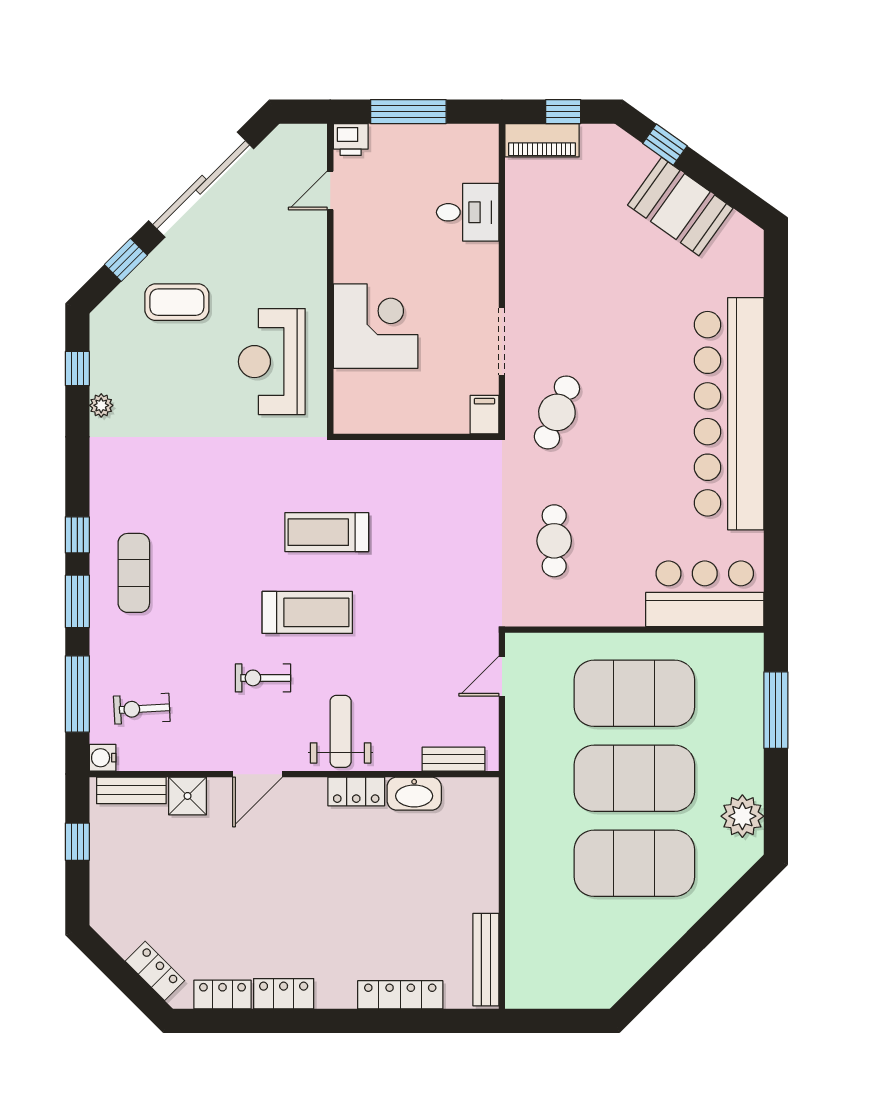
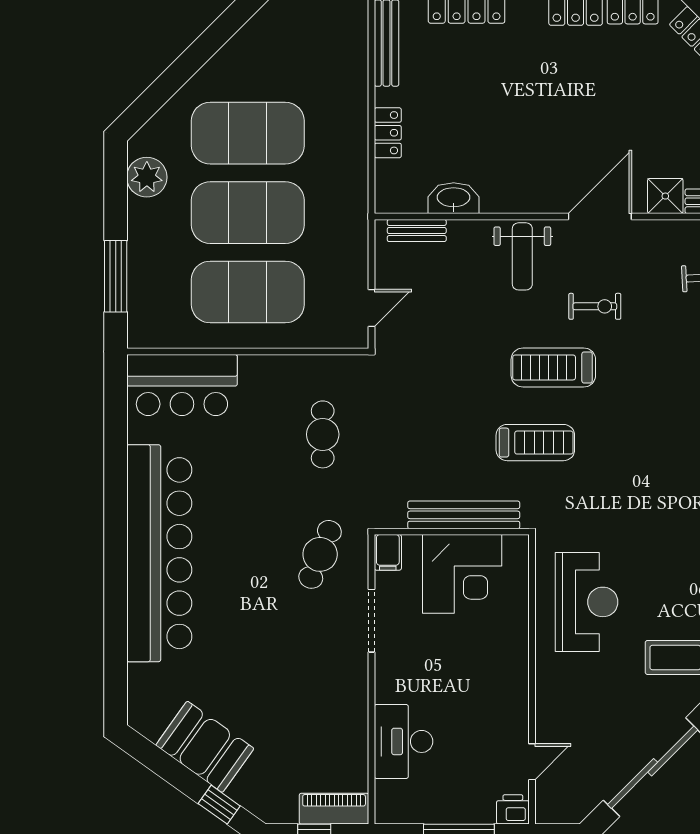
desk: (468, 212) -> (404, 741), width x1.37
corner desk: (376, 326) -> (462, 574), moved, turned -90
bench: (403, 455) -> (464, 515), added
door: (258, 774) -> (600, 216), width x1.36
locker: (356, 791) -> (388, 133), moved, turned 90

